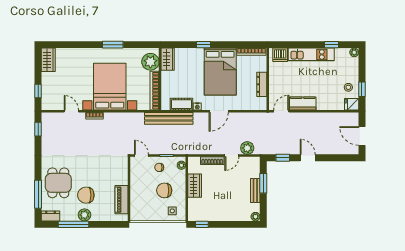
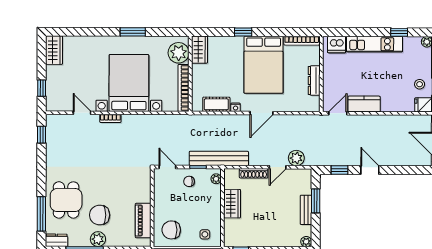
bench: (169, 118) -> (219, 158), moved
chair: (164, 190) -> (171, 230), moved

